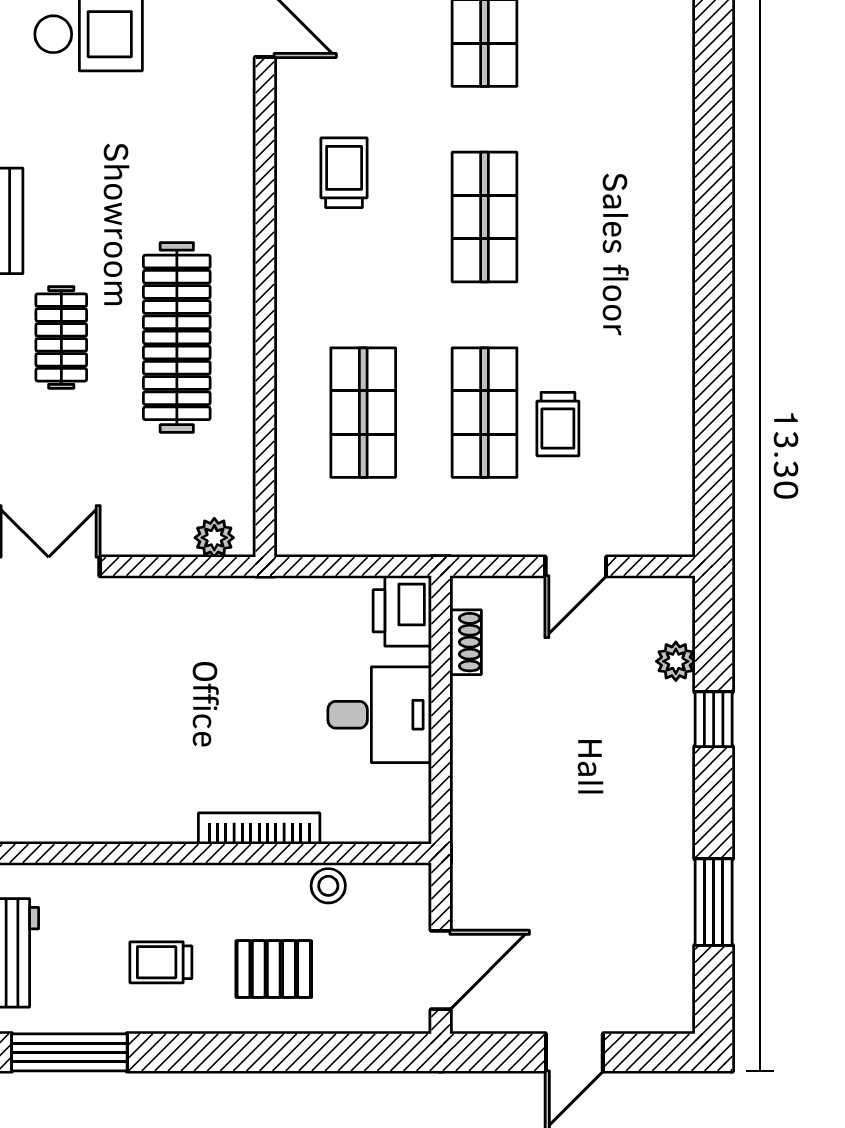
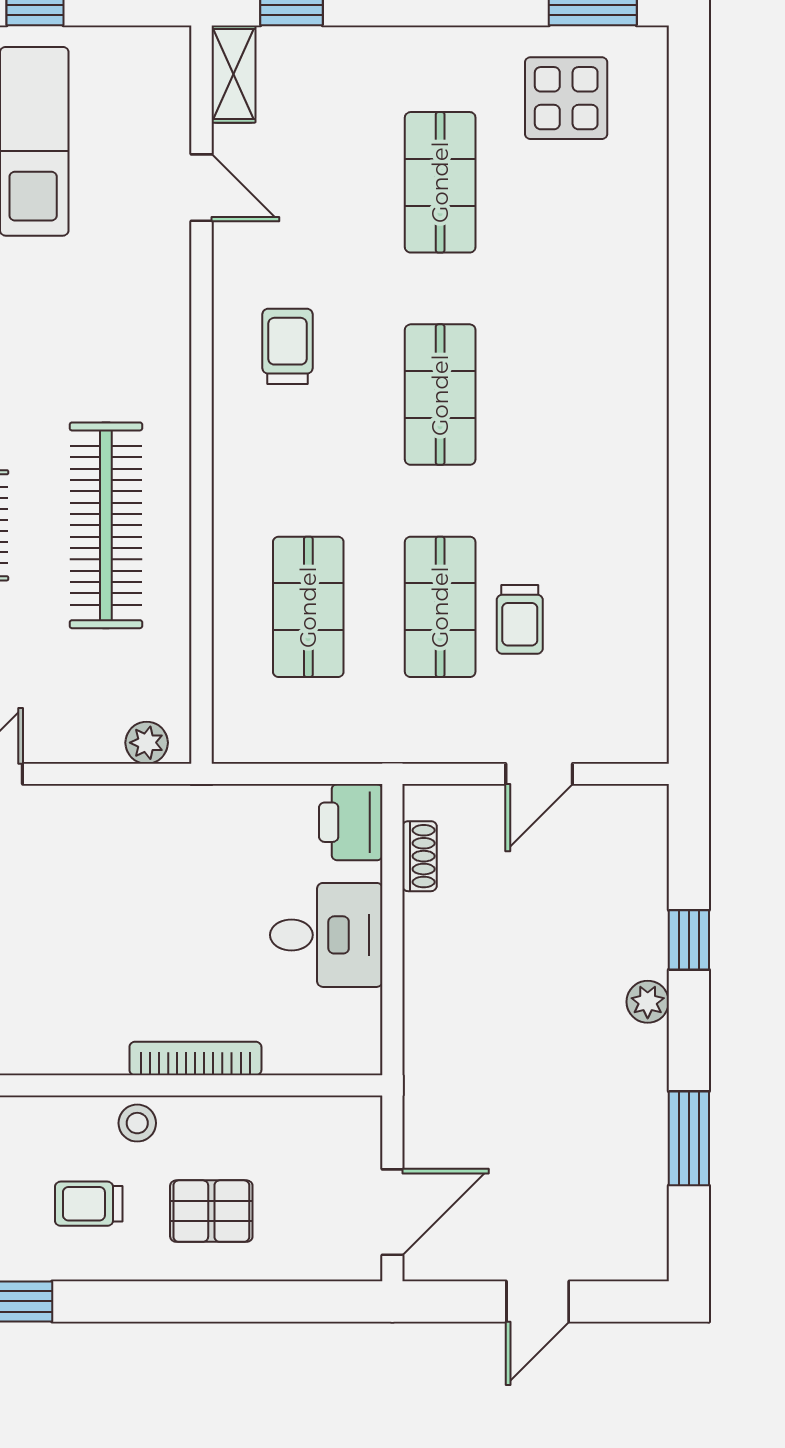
plant: (676, 661) -> (648, 1002), moved
stool: (328, 886) -> (137, 1123), moved

